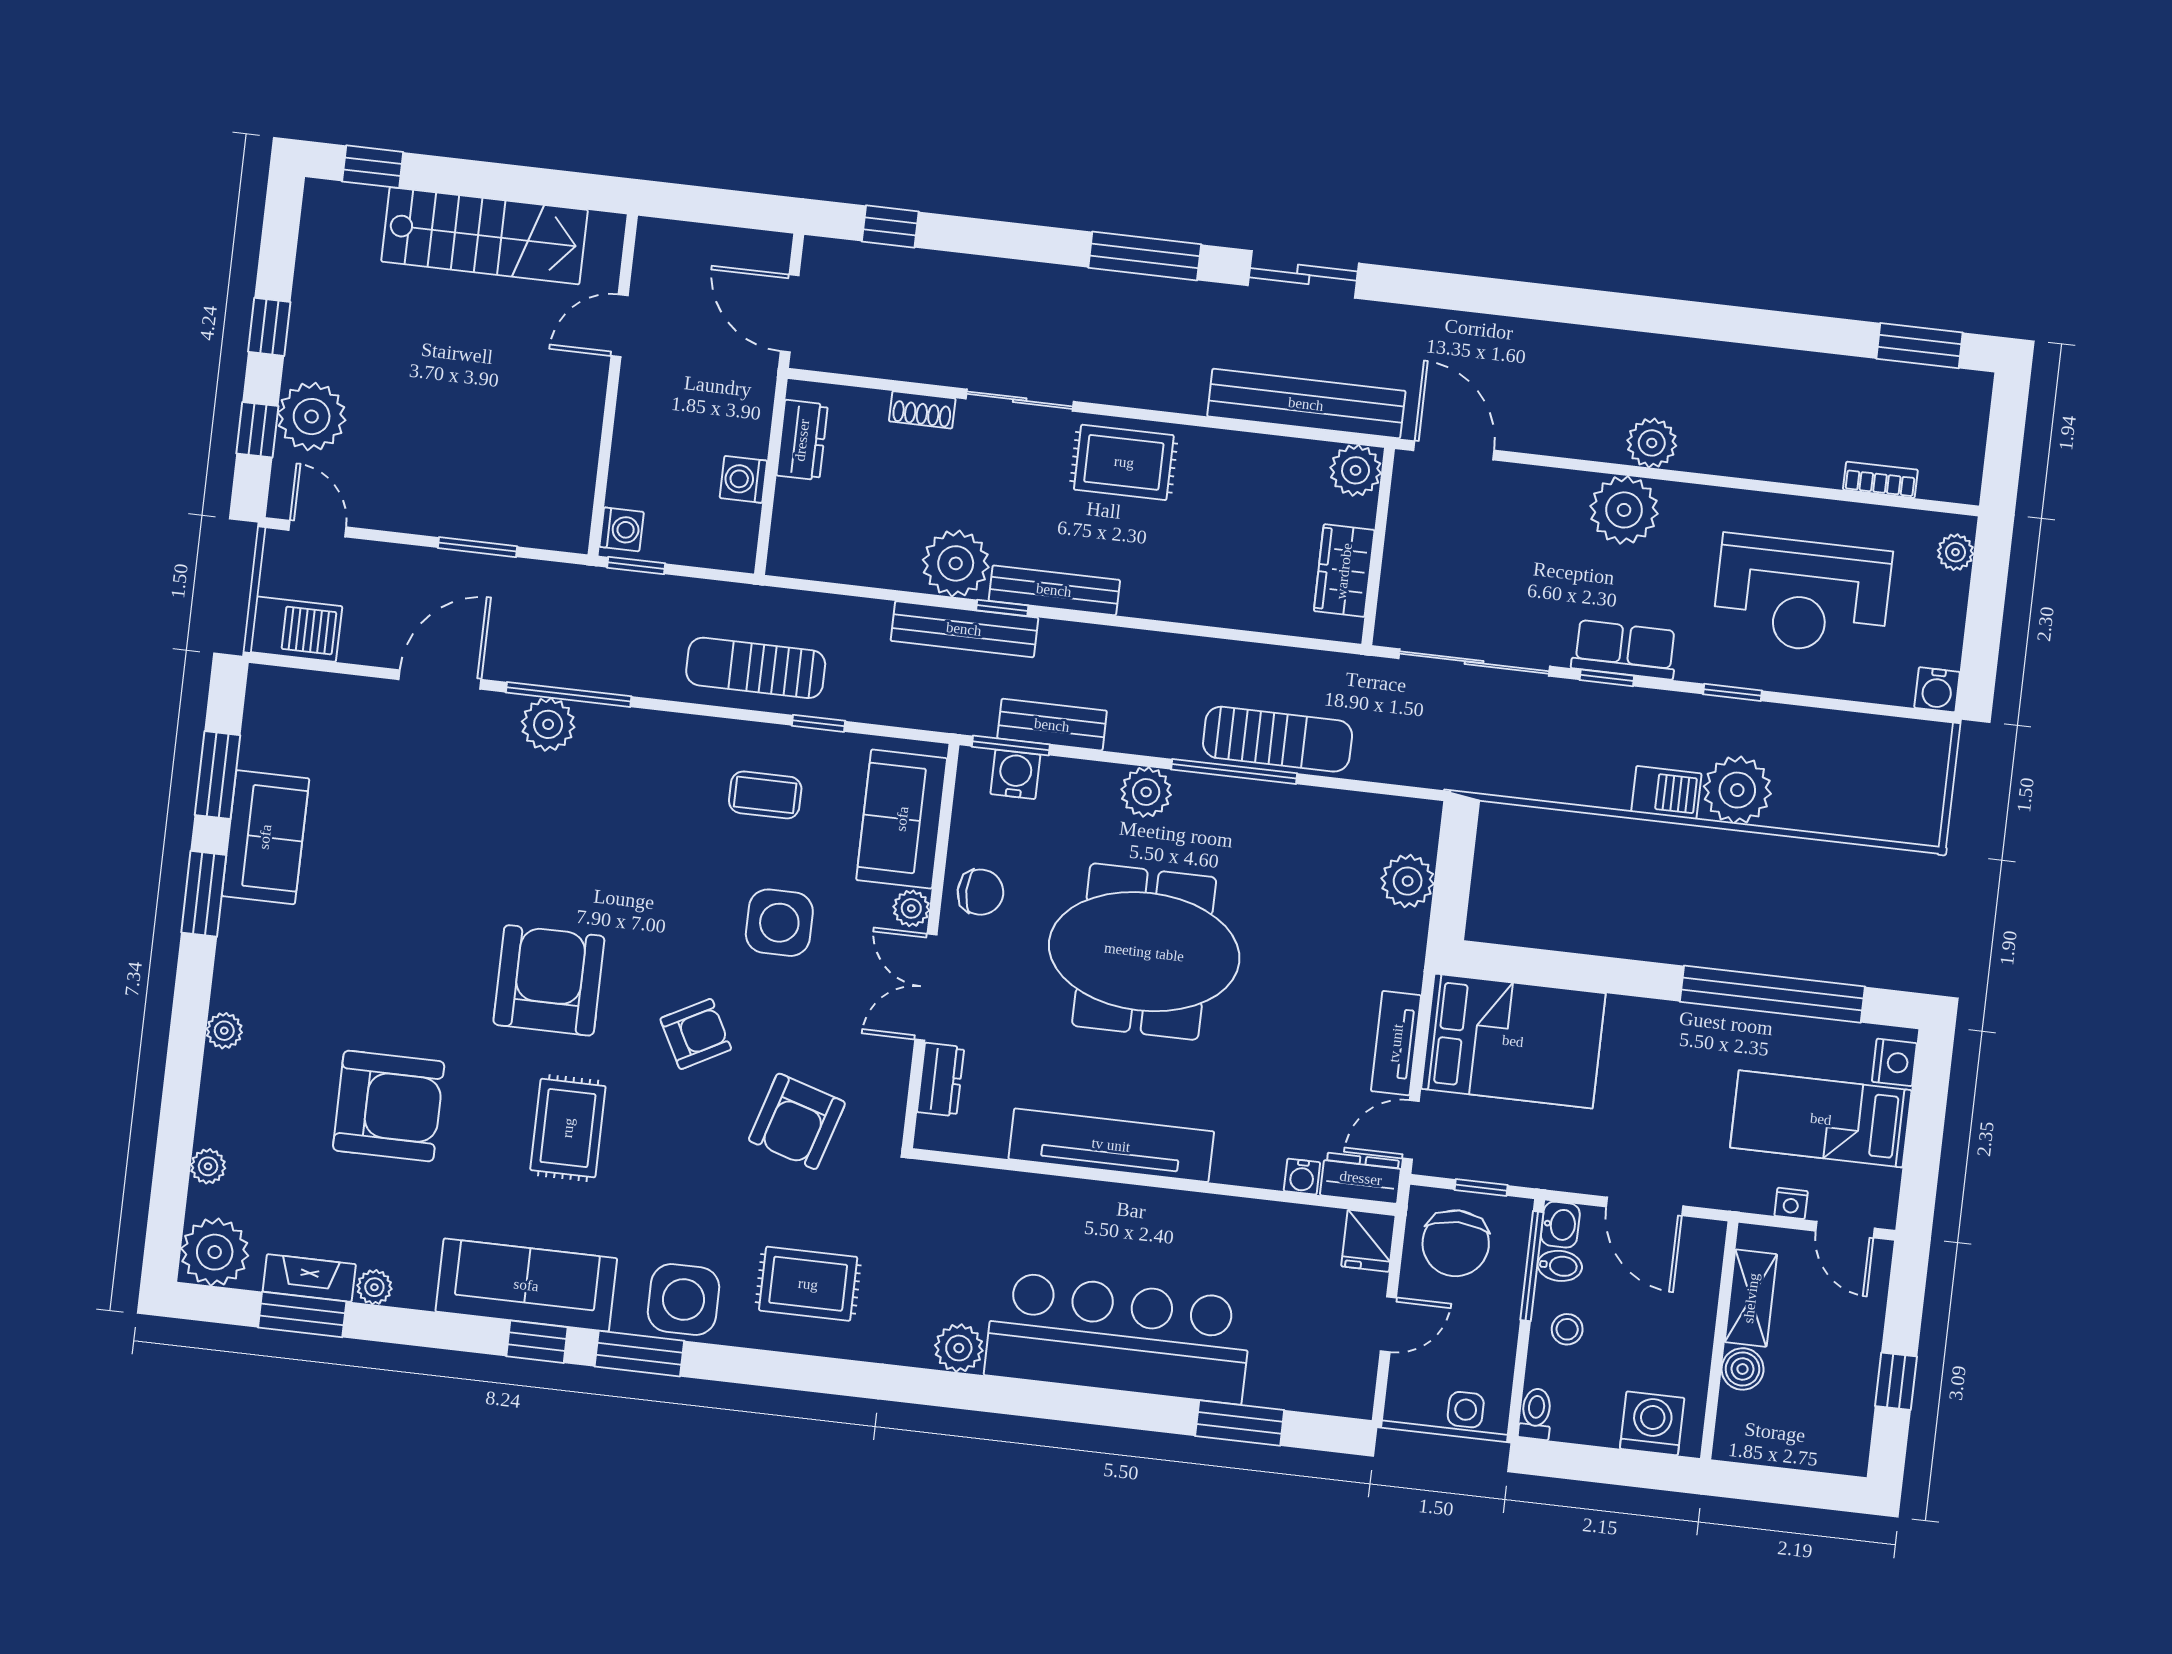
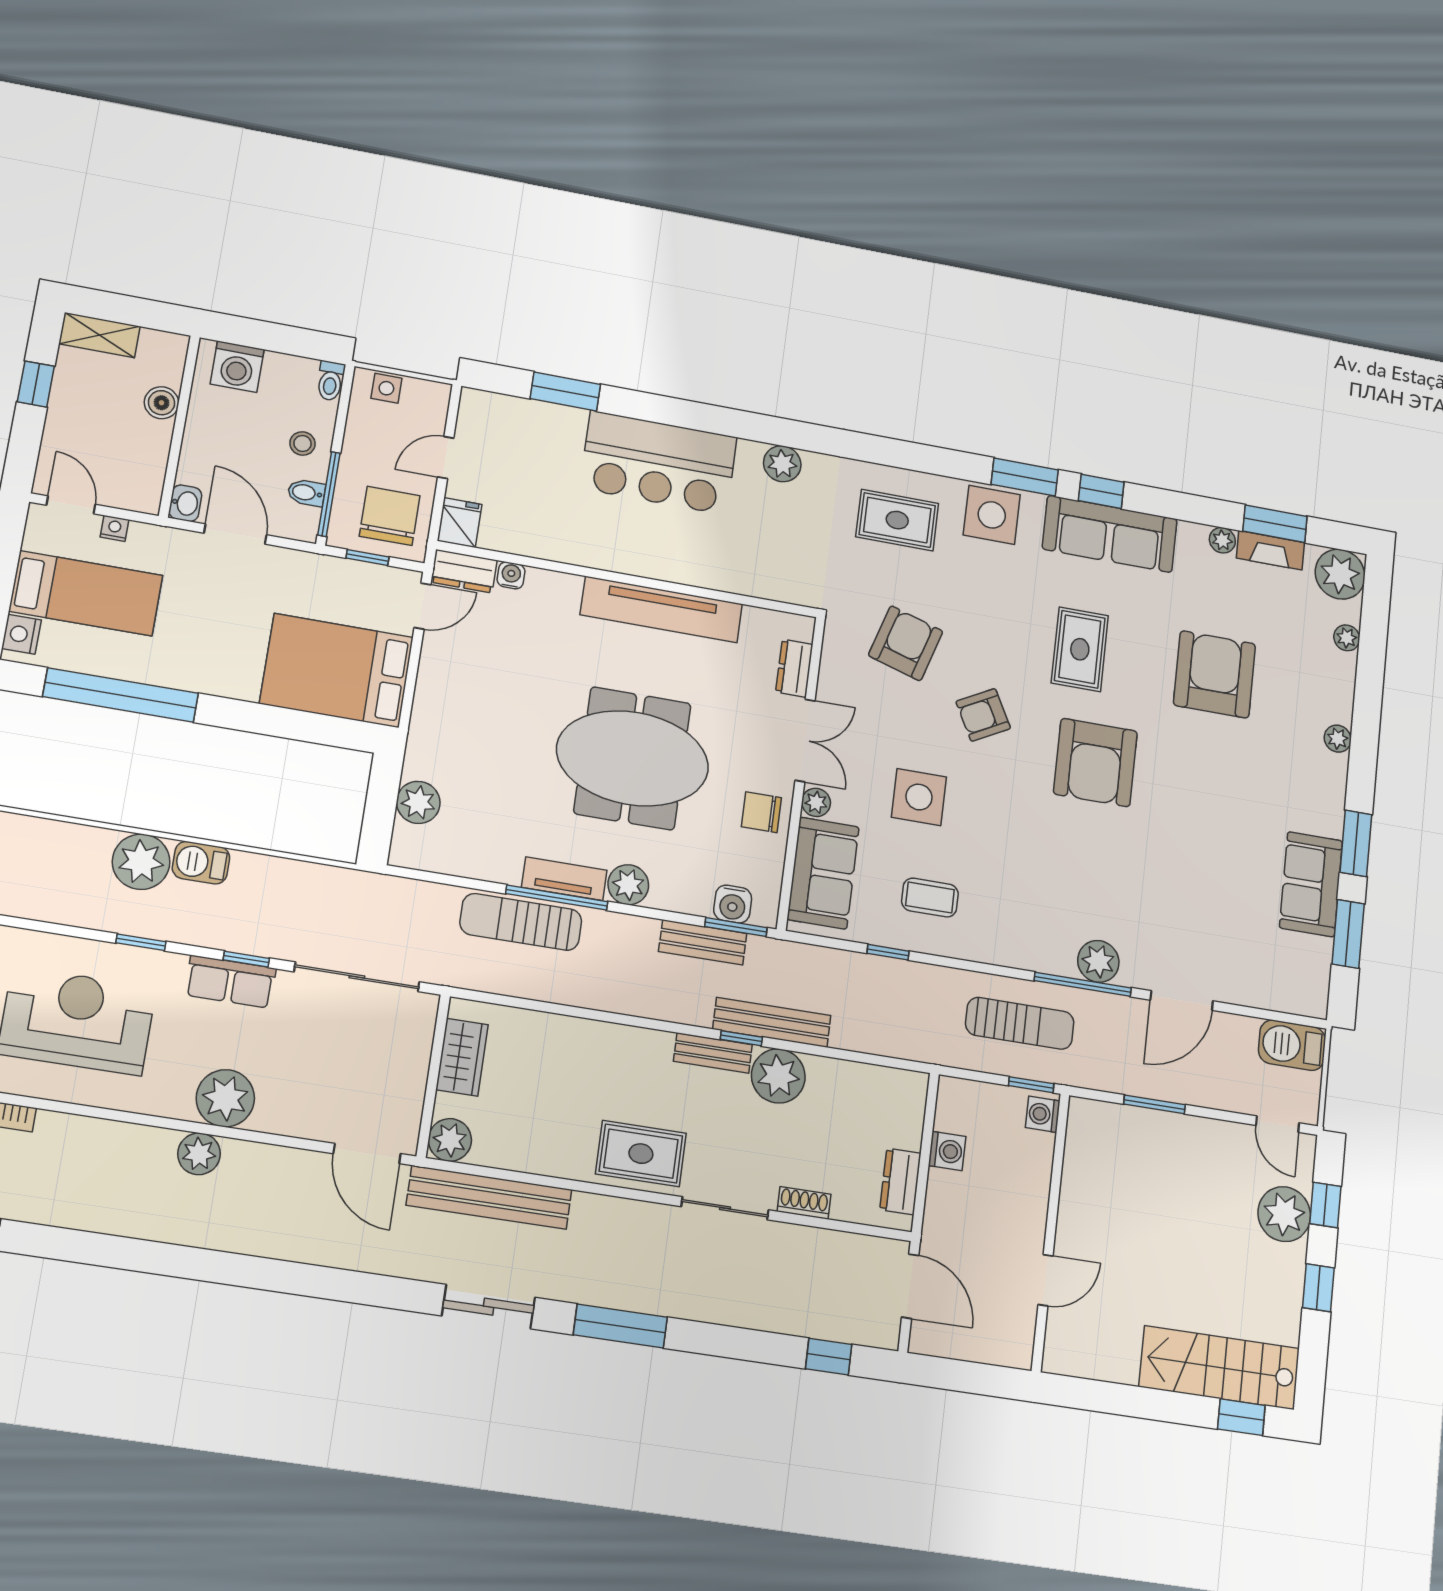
stairs: (485, 236) -> (1219, 1368), moved
bench: (1054, 590) -> (713, 1053), width x0.73
sun lounger: (756, 668) -> (1020, 1023), moved
tv unit: (1396, 1043) -> (564, 879), moved, turned -90
armchair: (389, 1106) -> (1214, 674), turned 90
washbasin: (1560, 1225) -> (185, 503), moved, turned 180
shelving: (1751, 1298) -> (100, 335), moved, turned 90
bar counter: (1118, 1338) -> (659, 463), width x0.73

